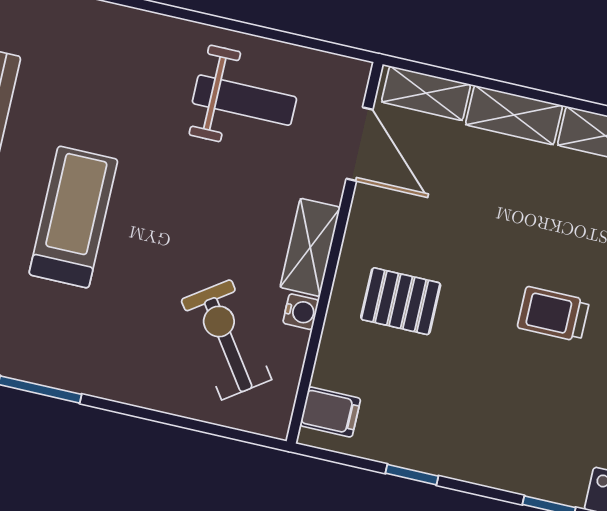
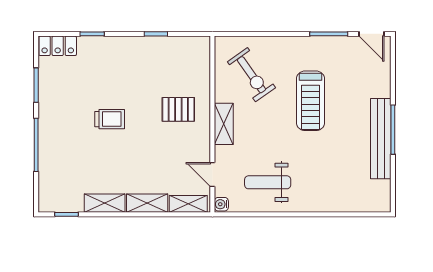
door: (360, 144) -> (212, 175), width x0.73
treadmill: (73, 217) -> (310, 101), moved
water cooler: (301, 312) -> (221, 204), moved
filing cabinet: (330, 412) -> (198, 53), removed

